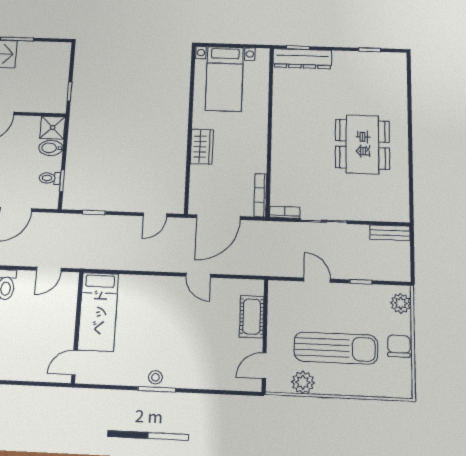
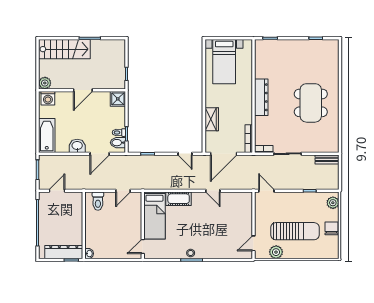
dresser: (302, 59) -> (261, 97), moved, turned -90
wardrobe: (202, 147) -> (212, 119), moved
bidet: (51, 148) -> (118, 143), moved
door: (155, 215) -> (185, 154), hinge flipped
door: (317, 280) -> (266, 191), moved
cot: (252, 317) -> (179, 199), moved, turned 90

